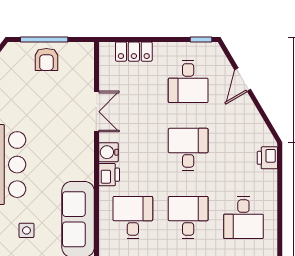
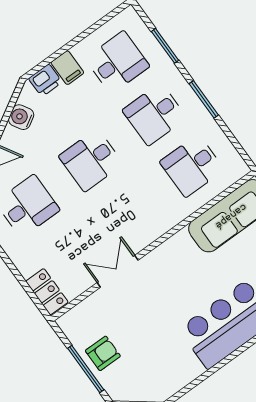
locker: (134, 52) -> (47, 292), moved
water cooler: (108, 152) -> (21, 117), moved, turned 150
printer: (109, 175) -> (168, 217), removed
filing cabinet: (265, 180) -> (67, 68), added

